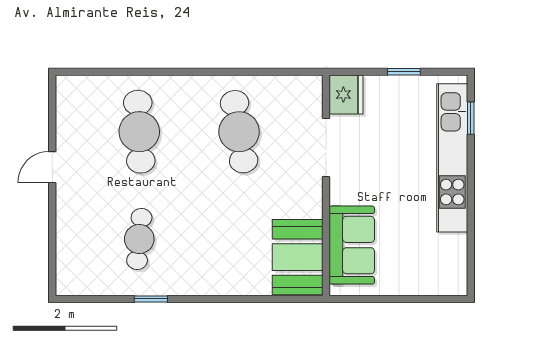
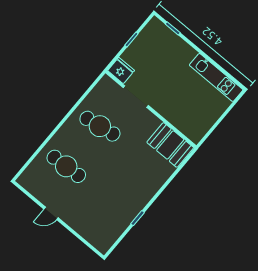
kitchen unit: (452, 158) -> (216, 77), moved, width x0.73
door: (52, 167) -> (51, 213), hinge flipped
cafe table: (139, 239) -> (109, 203), removed
sofa: (352, 245) -> (184, 119), removed

